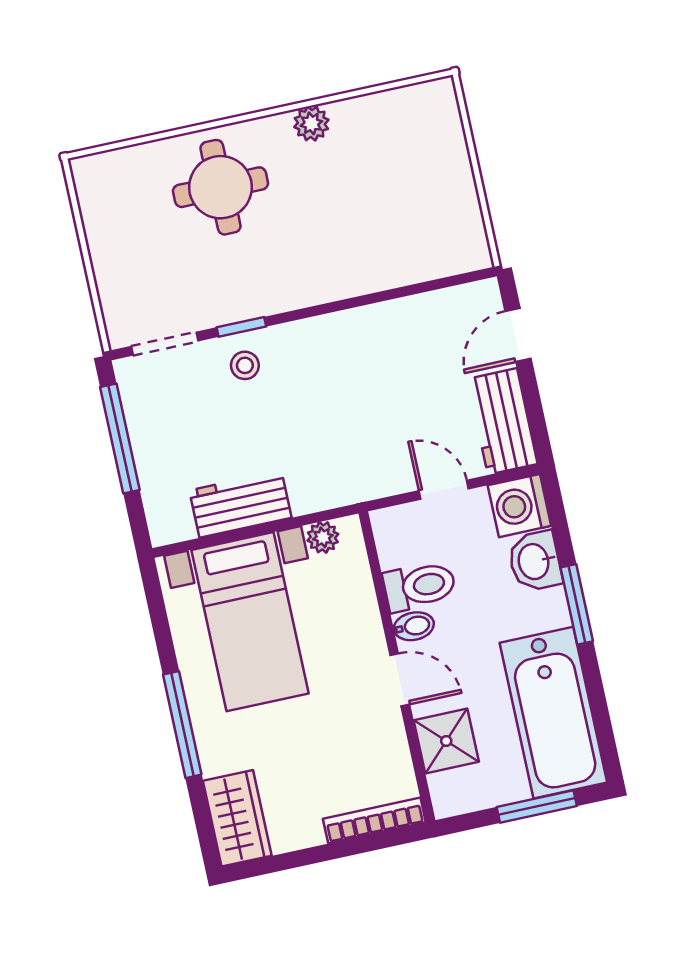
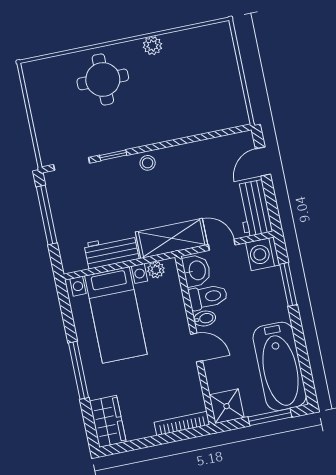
stool: (245, 365) -> (148, 163), moved
shelving: (351, 479) -> (172, 238), added
washbasin: (535, 561) -> (197, 270), moved, turned 180
window: (577, 604) -> (288, 284), moved
shower: (446, 741) -> (227, 406), moved

